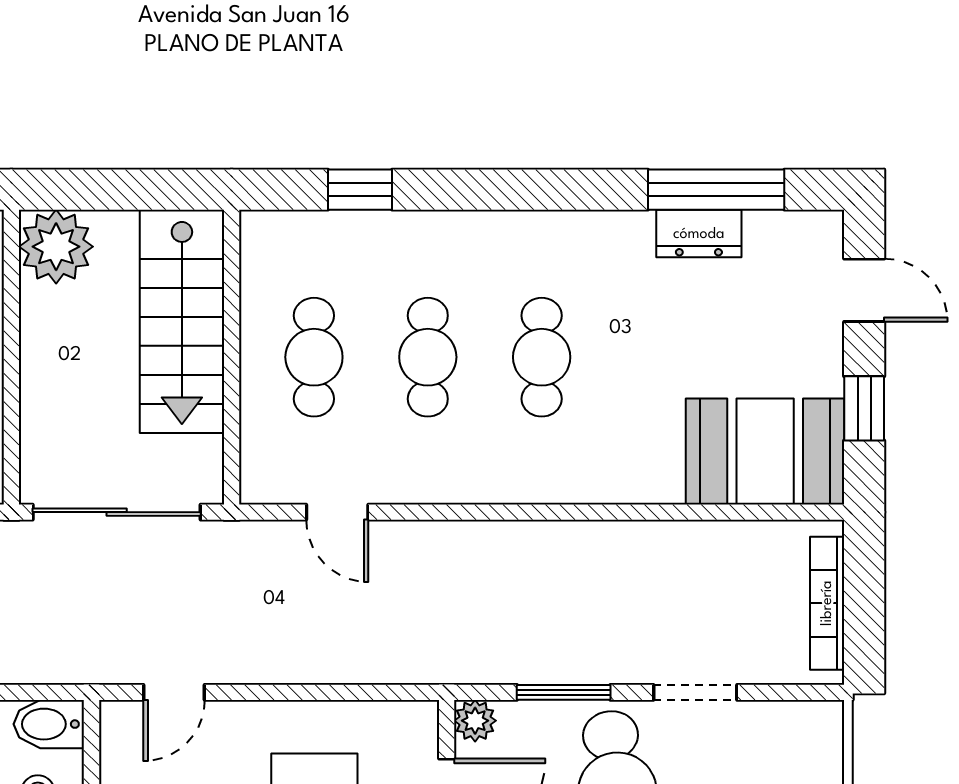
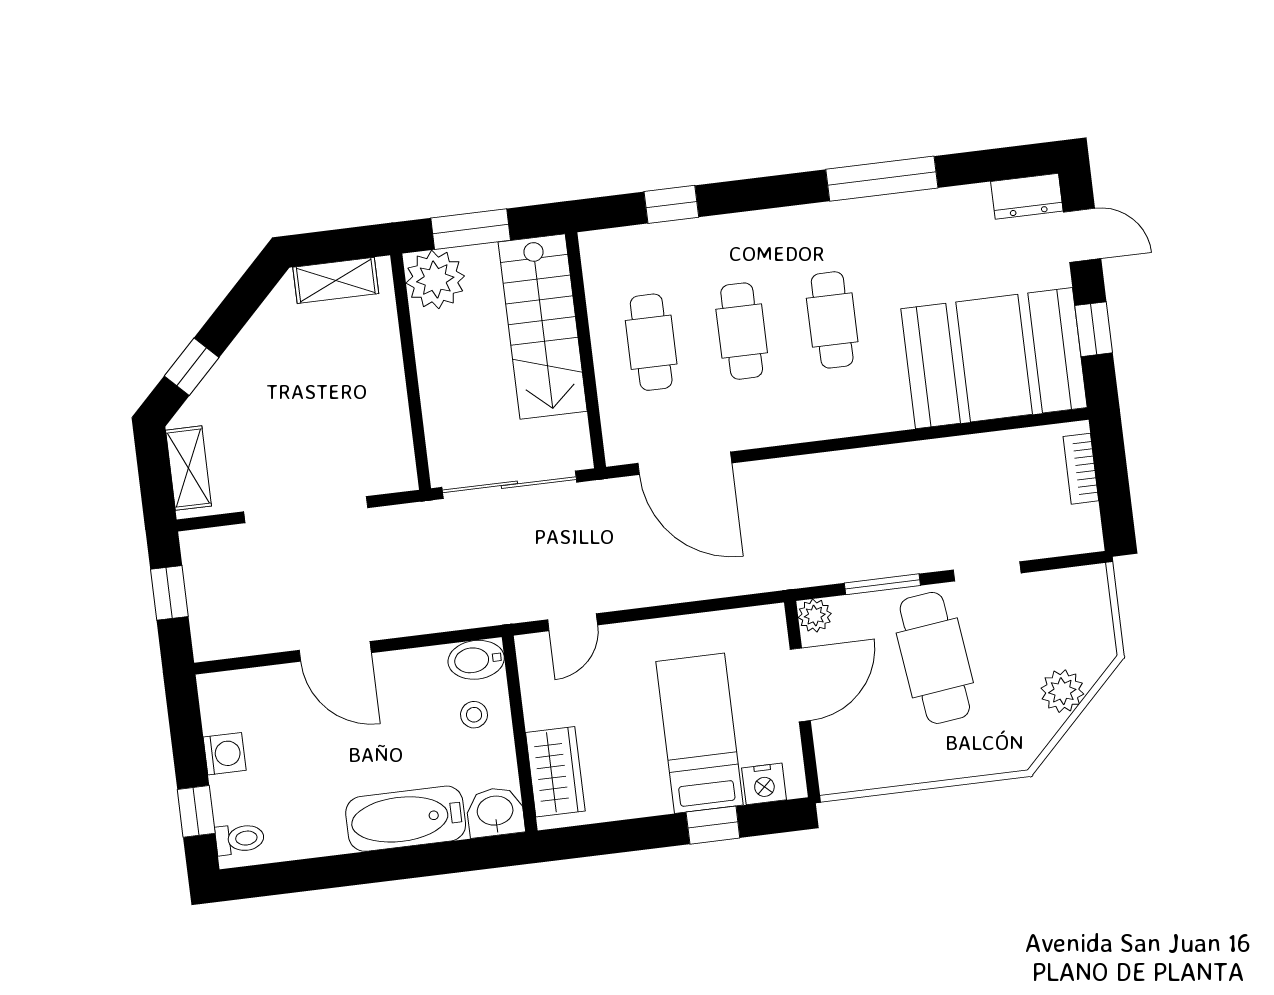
window: (108, 190) -> (471, 229), added
window: (716, 190) -> (882, 179), moved
dresser: (699, 234) -> (1027, 196), moved
booth: (765, 452) -> (994, 358), width x1.36, depth x1.42
door: (337, 512) -> (685, 463), width x1.87
bookcase: (827, 603) -> (1081, 469), width x0.64

